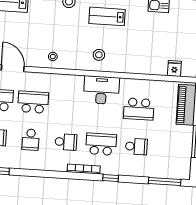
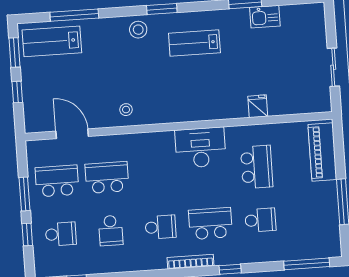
stool: (99, 55) -> (190, 99), removed
fridge: (174, 69) -> (258, 106), moved
school desk: (139, 109) -> (257, 167), turned -90

